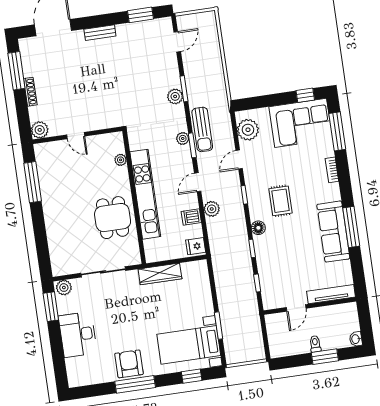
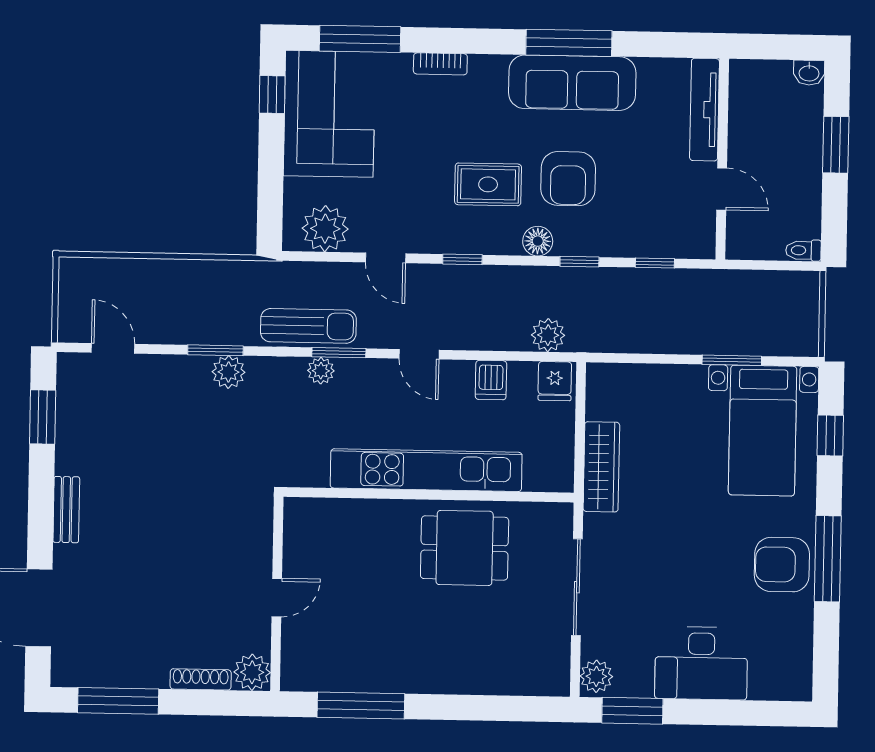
shoe rack: (30, 92) -> (201, 679), moved
plant: (121, 160) -> (344, 511), removed
plant: (212, 209) -> (548, 335), moved
armchair: (289, 237) -> (568, 179), added
toilet: (315, 344) -> (803, 250), moved

